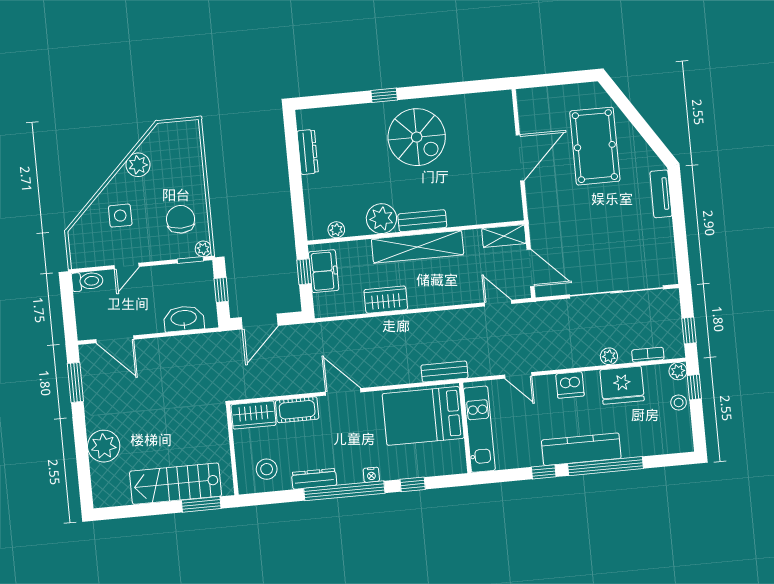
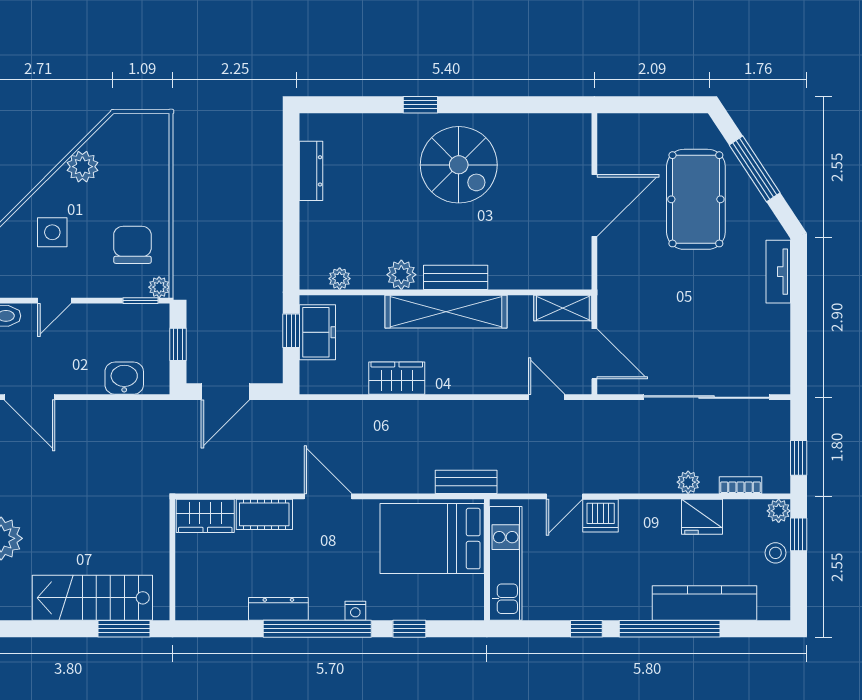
window: (636, 119) -> (755, 169), added
plant: (381, 219) -> (401, 275), width x0.73, depth x0.73
washbasin: (184, 319) -> (124, 378), width x0.72
door: (518, 375) -> (564, 496), hinge flipped
dishwasher: (570, 385) -> (601, 516), moved
fridge: (622, 385) -> (702, 517), width x0.73, depth x0.75
kitchen counter: (581, 449) -> (704, 603), moved
stool: (267, 469) -> (216, 590), removed

